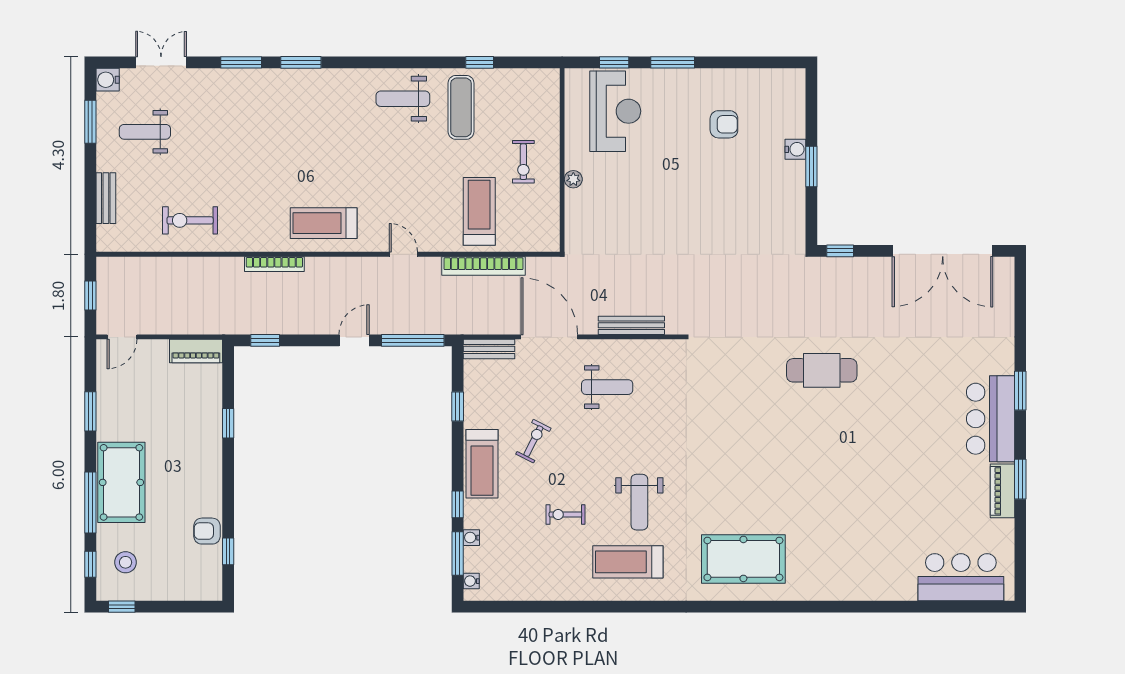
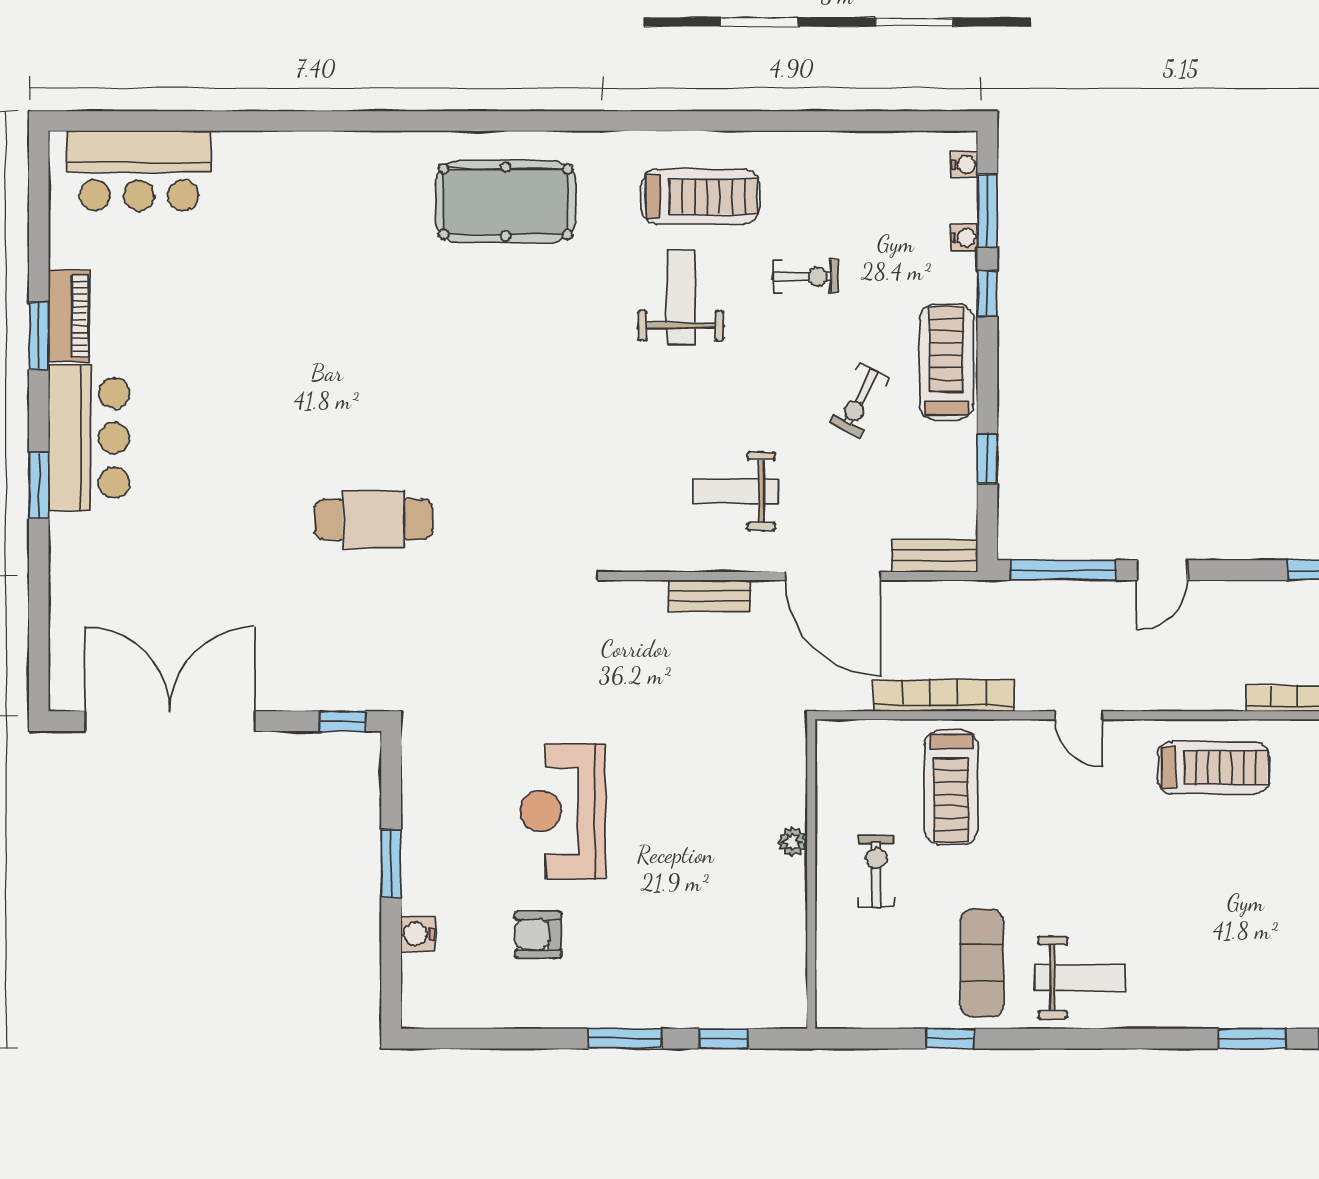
reception desk: (615, 111) -> (563, 811), moved
water cooler: (795, 149) -> (418, 934), moved
bench: (631, 325) -> (709, 595), width x0.73

